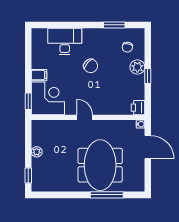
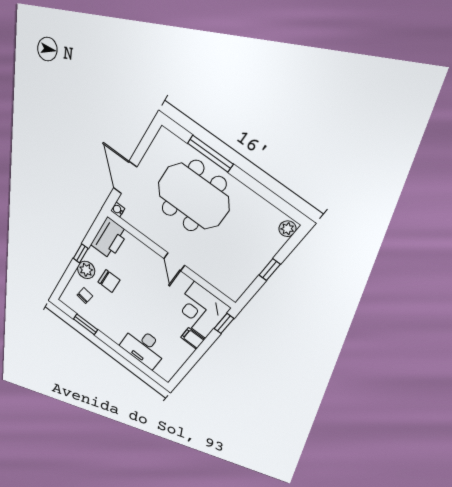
chair: (91, 66) -> (109, 281), moved, turned 138
printer: (138, 108) -> (109, 238), width x1.87, depth x1.48
plant: (37, 152) -> (287, 229), moved
meeting table: (100, 165) -> (193, 196), turned 90
window: (28, 176) -> (270, 270), moved

